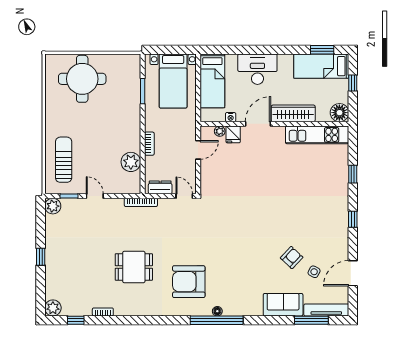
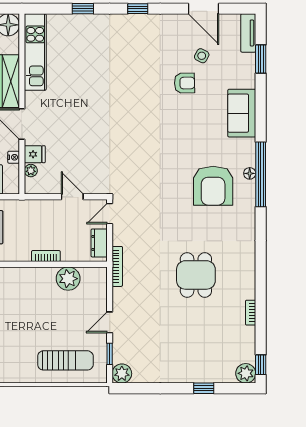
door: (198, 150) -> (72, 197), moved
sun lounger: (64, 160) -> (65, 360), turned 180
window: (41, 257) -> (204, 388), moved
armchair: (292, 258) -> (184, 83), turned 136
armchair: (189, 282) -> (213, 186), moved
sofa: (283, 305) -> (242, 113), moved
tv unit: (326, 310) -> (248, 33), width x0.71
window: (76, 320) -> (261, 365), moved
window: (311, 320) -> (261, 59), width x0.69

